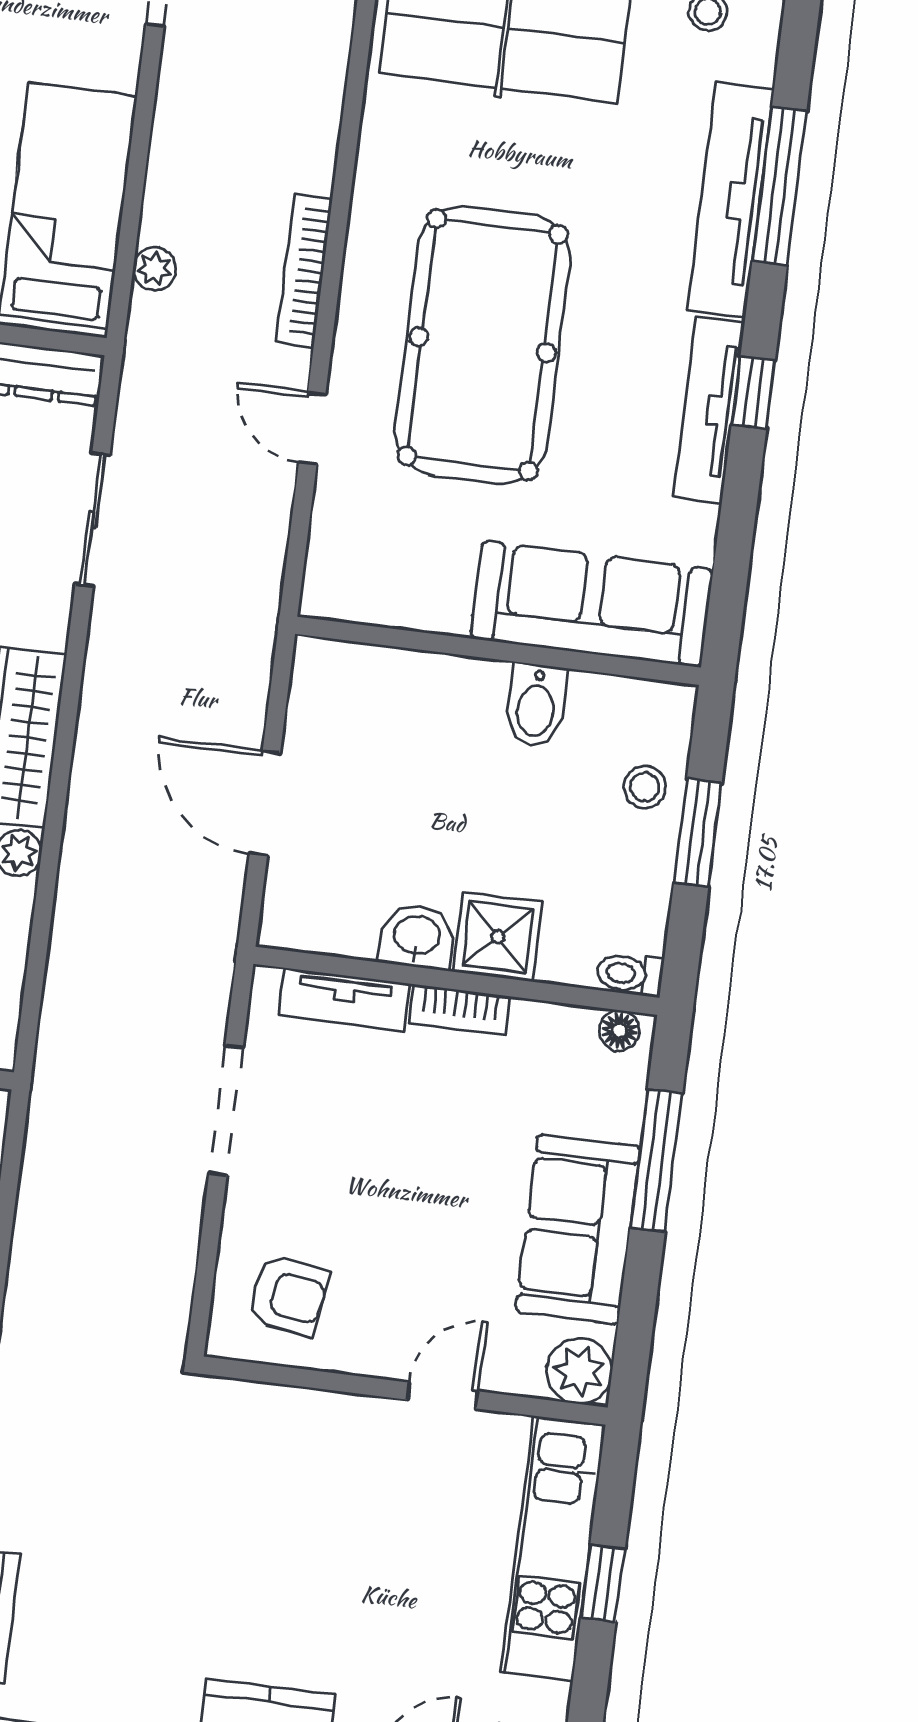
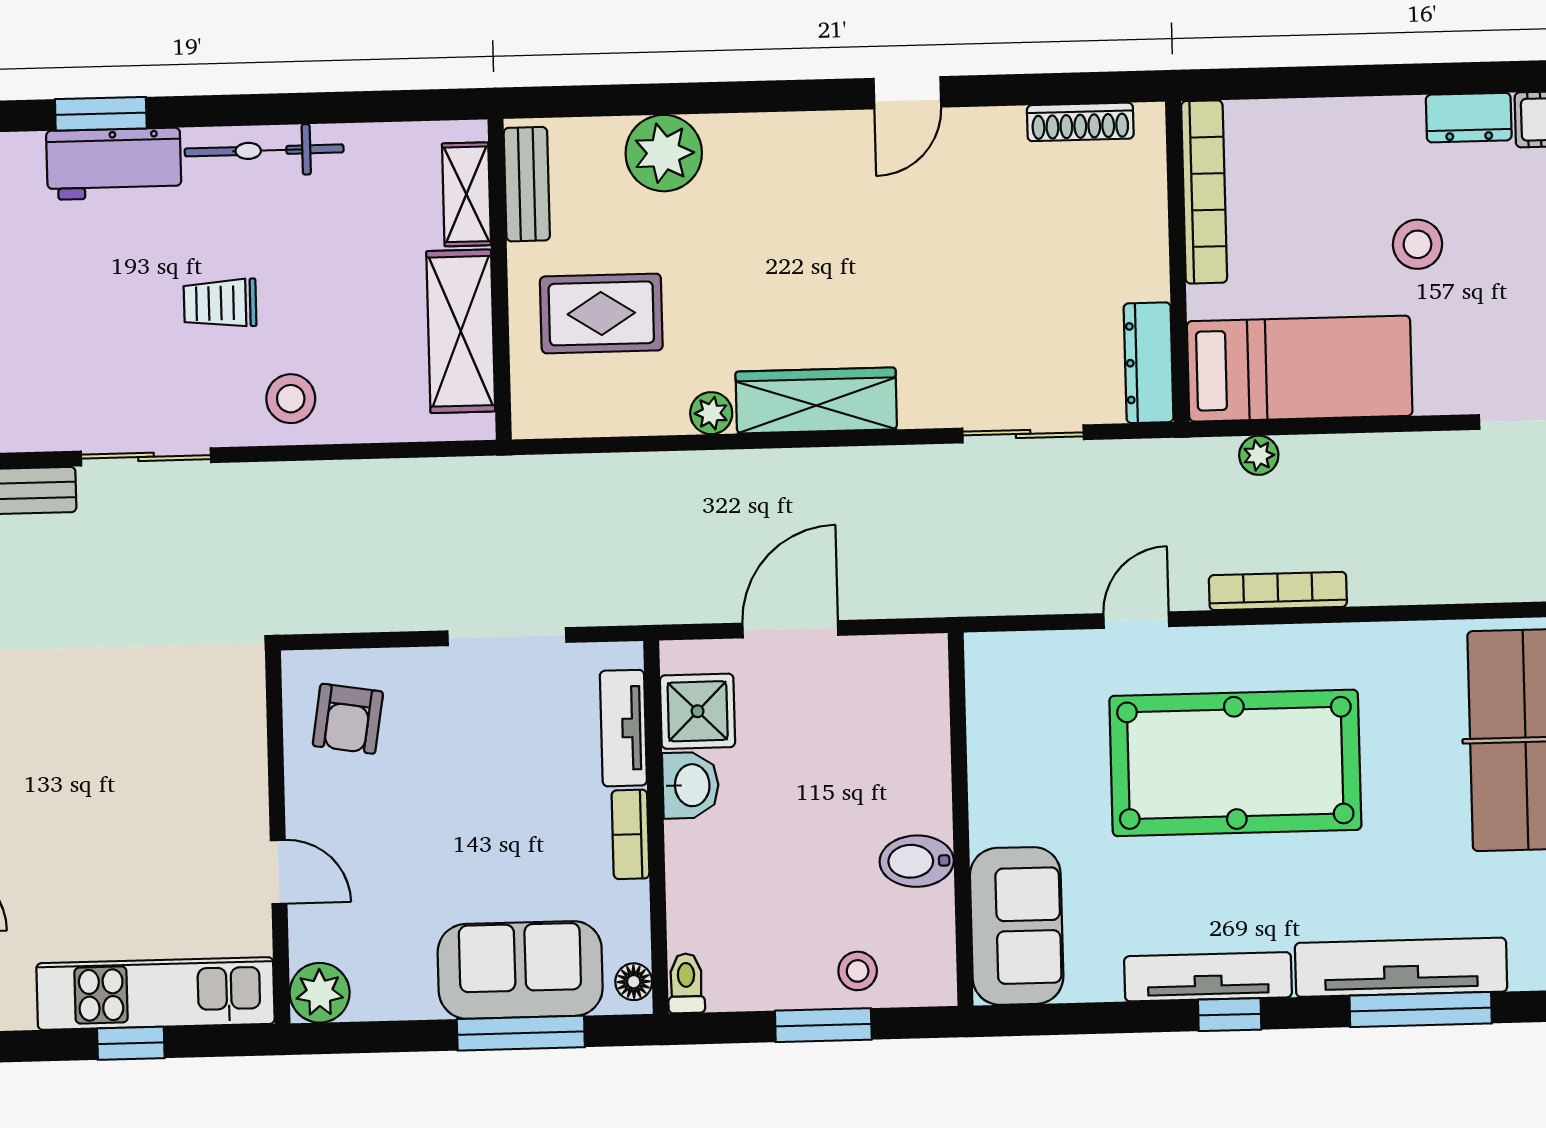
sofa: (592, 604) -> (1017, 926), width x0.73
shower: (498, 937) -> (698, 711), moved
sofa: (578, 1229) -> (520, 970), moved

